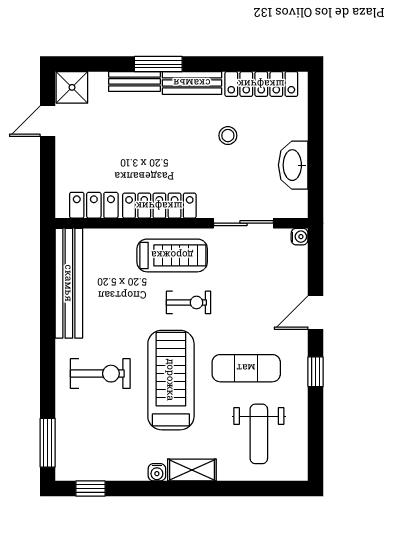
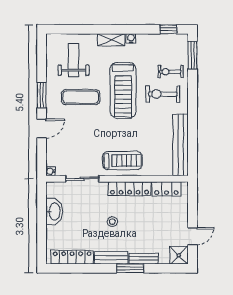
stool: (228, 136) -> (112, 222), moved
treadmill: (172, 255) -> (122, 161), turned 180
exercise bike: (189, 302) -> (170, 72), moved
window: (315, 372) -> (42, 95), width x1.50

